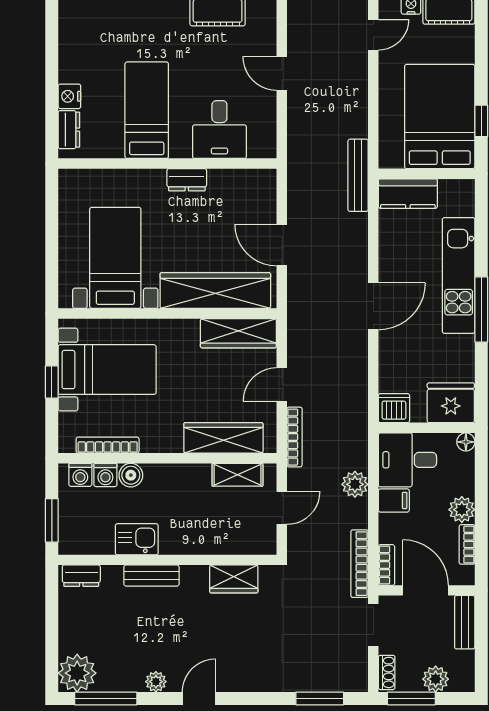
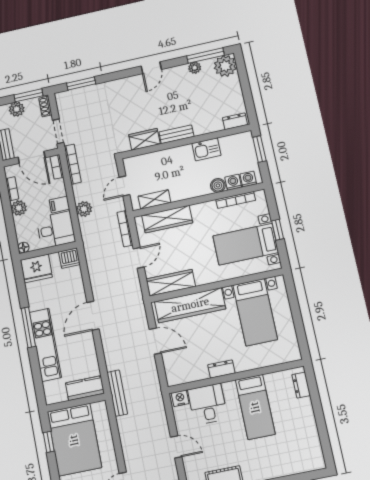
nightstand: (69, 96) -> (180, 398), moved, turned -90
bench: (152, 576) -> (176, 134), moved
plant: (156, 682) -> (195, 68), moved

